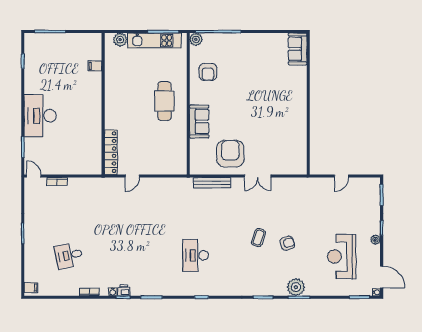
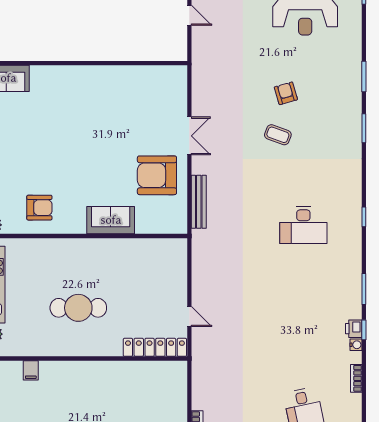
cafe table: (164, 101) -> (78, 308), moved
plant: (296, 287) -> (349, 81), removed

